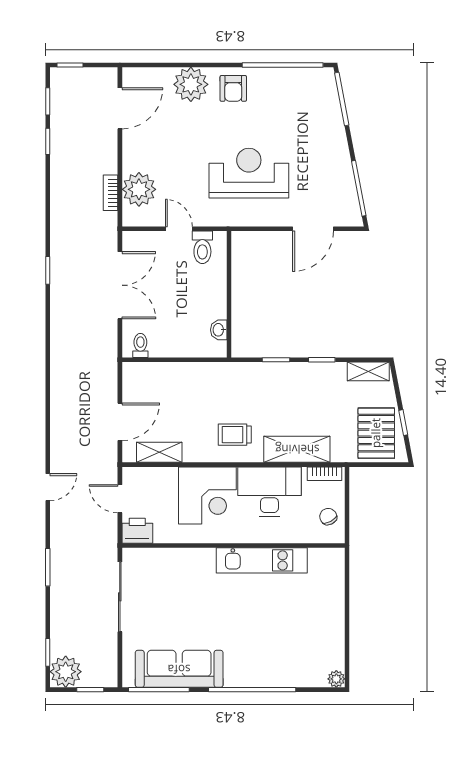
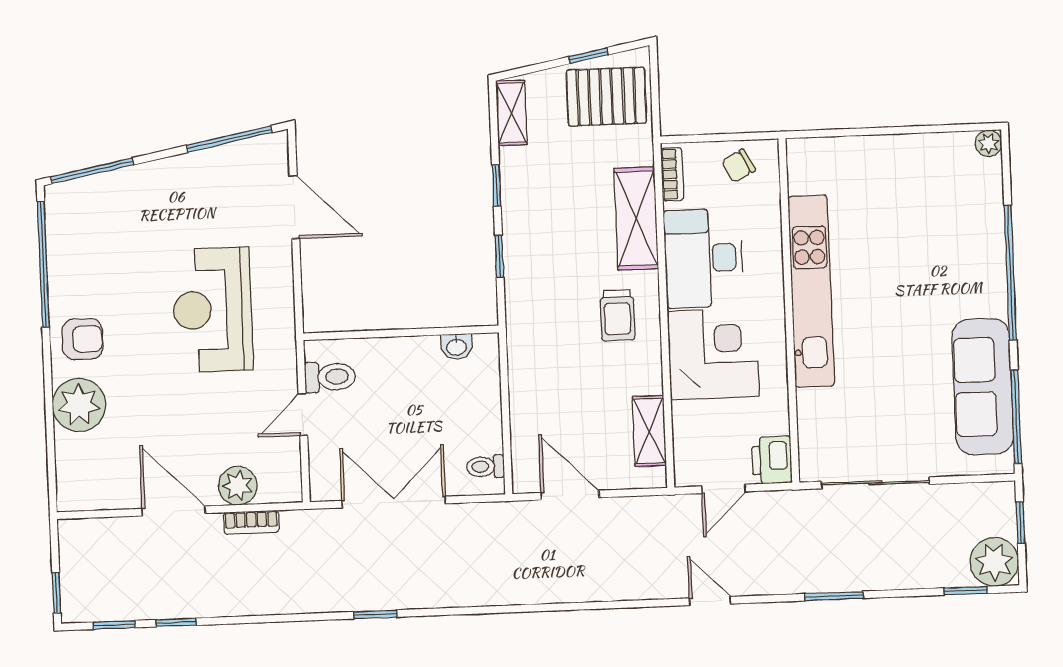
door: (120, 108) -> (174, 511), moved
plant: (139, 189) -> (238, 486), width x0.73, depth x0.73
door: (120, 422) -> (570, 495), moved
kitchen unit: (262, 560) -> (811, 291), width x1.36

